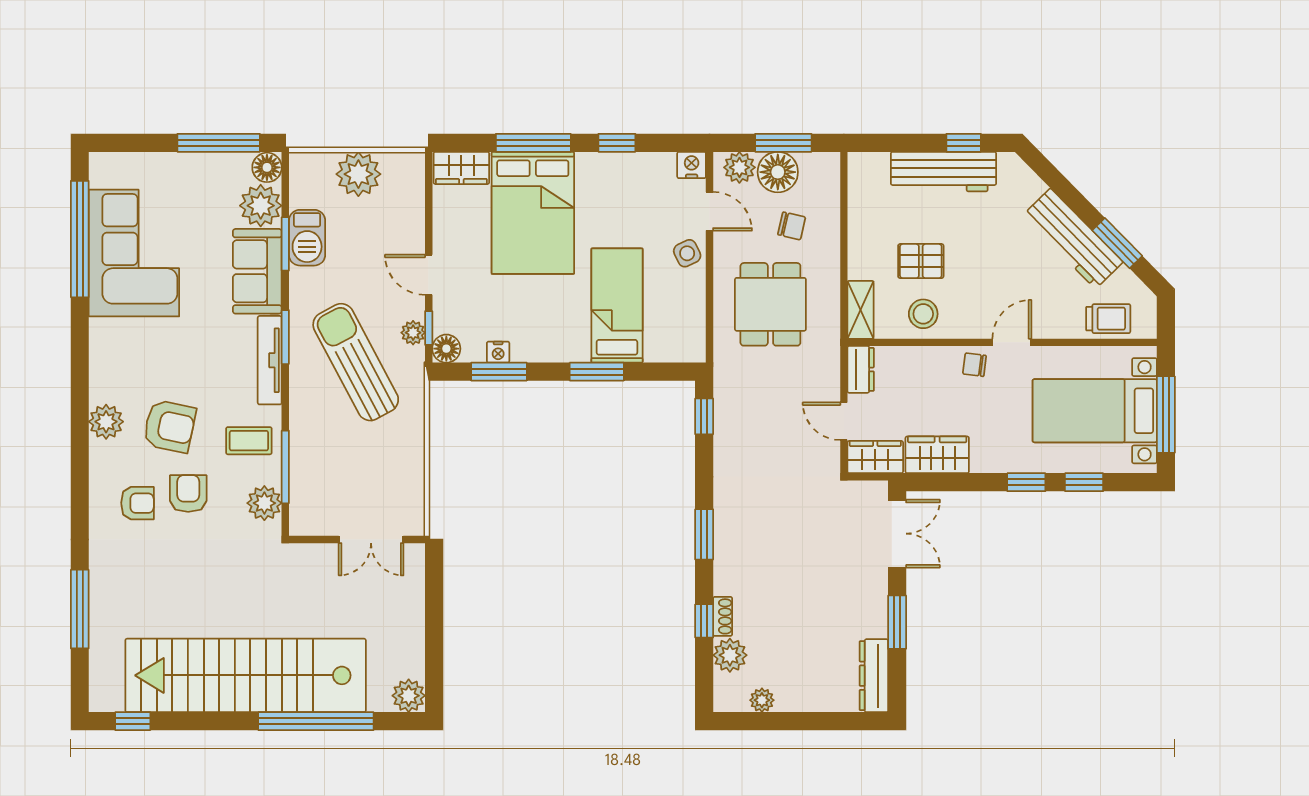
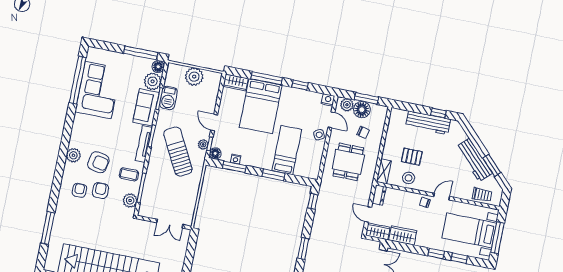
armchair: (137, 503) -> (79, 190), turned -90

